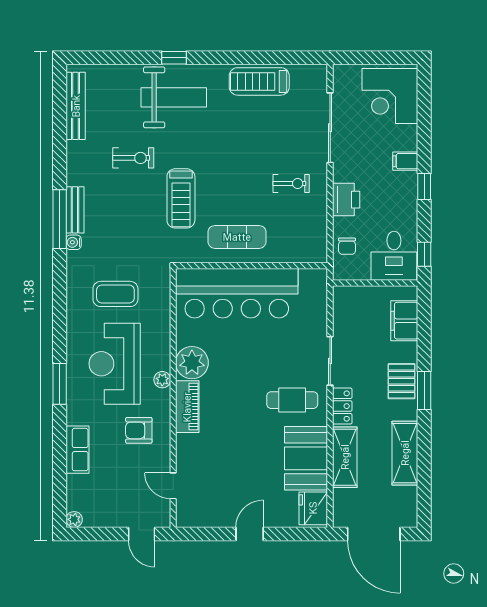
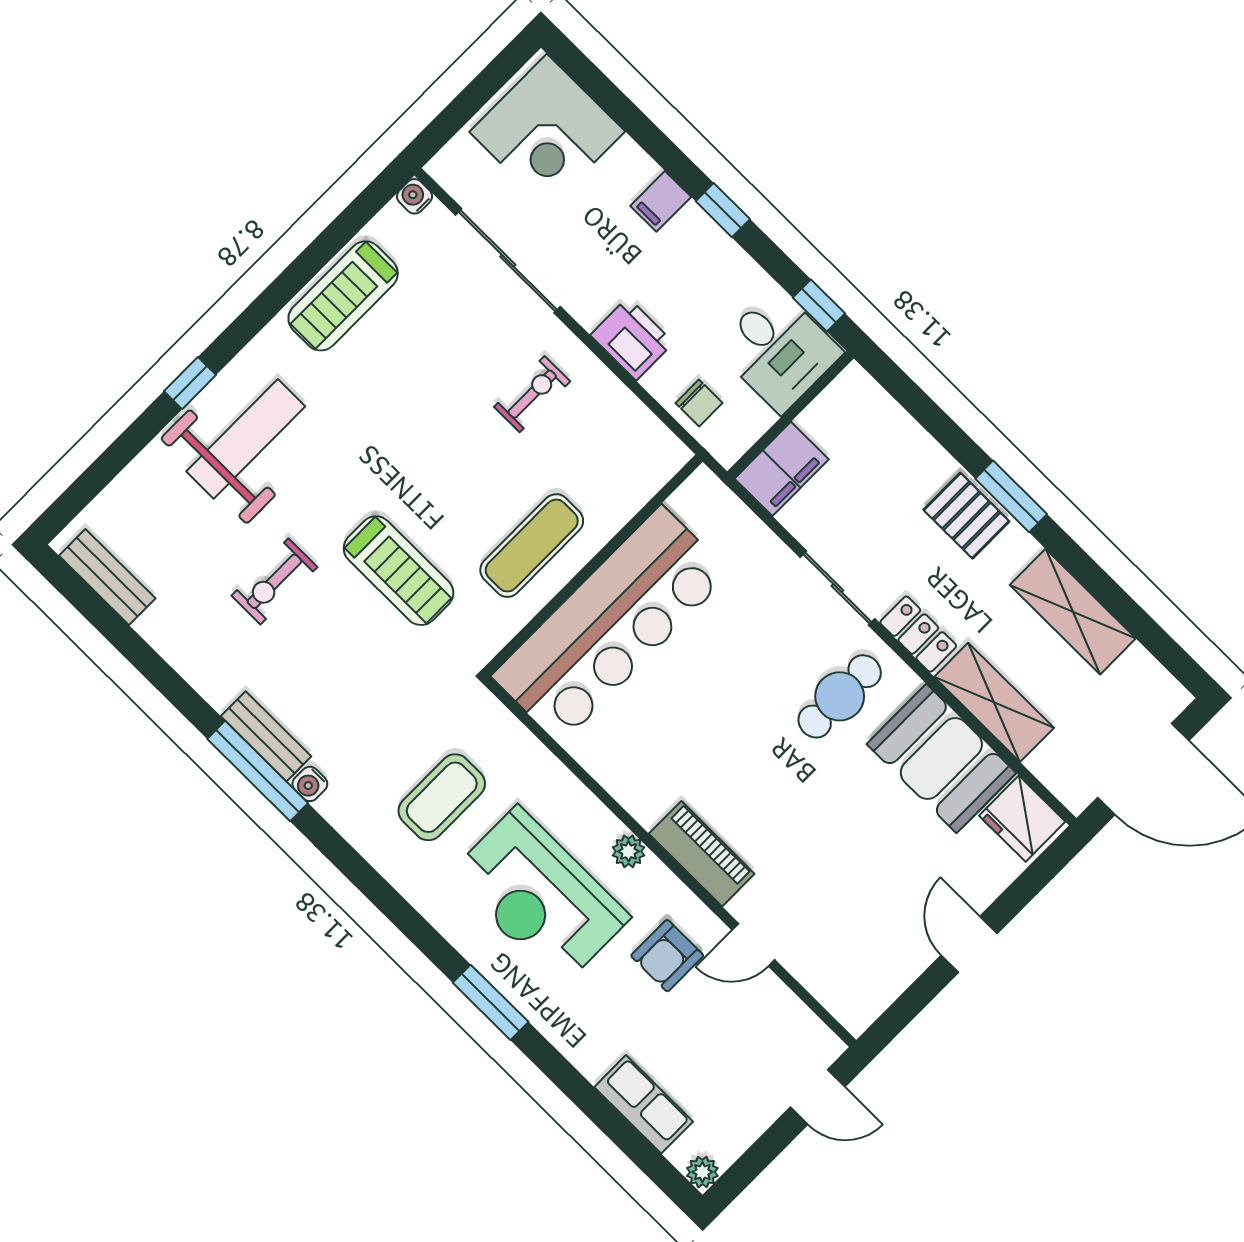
water cooler: (320, 72) -> (415, 196), added
bench: (76, 106) -> (107, 577), width x0.73
exercise bike: (133, 158) -> (274, 581), turned 180
filing cabinet: (404, 321) -> (782, 469), moved, turned -90
plant: (192, 363) -> (646, 785), removed
row of seats: (77, 450) -> (644, 1104), moved
door: (173, 486) -> (753, 945), moved

